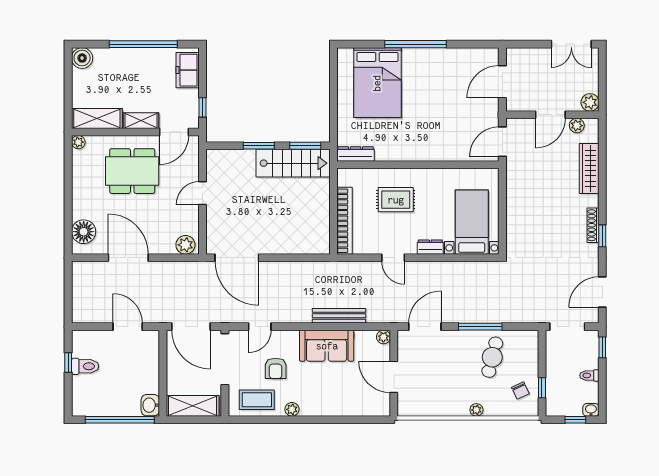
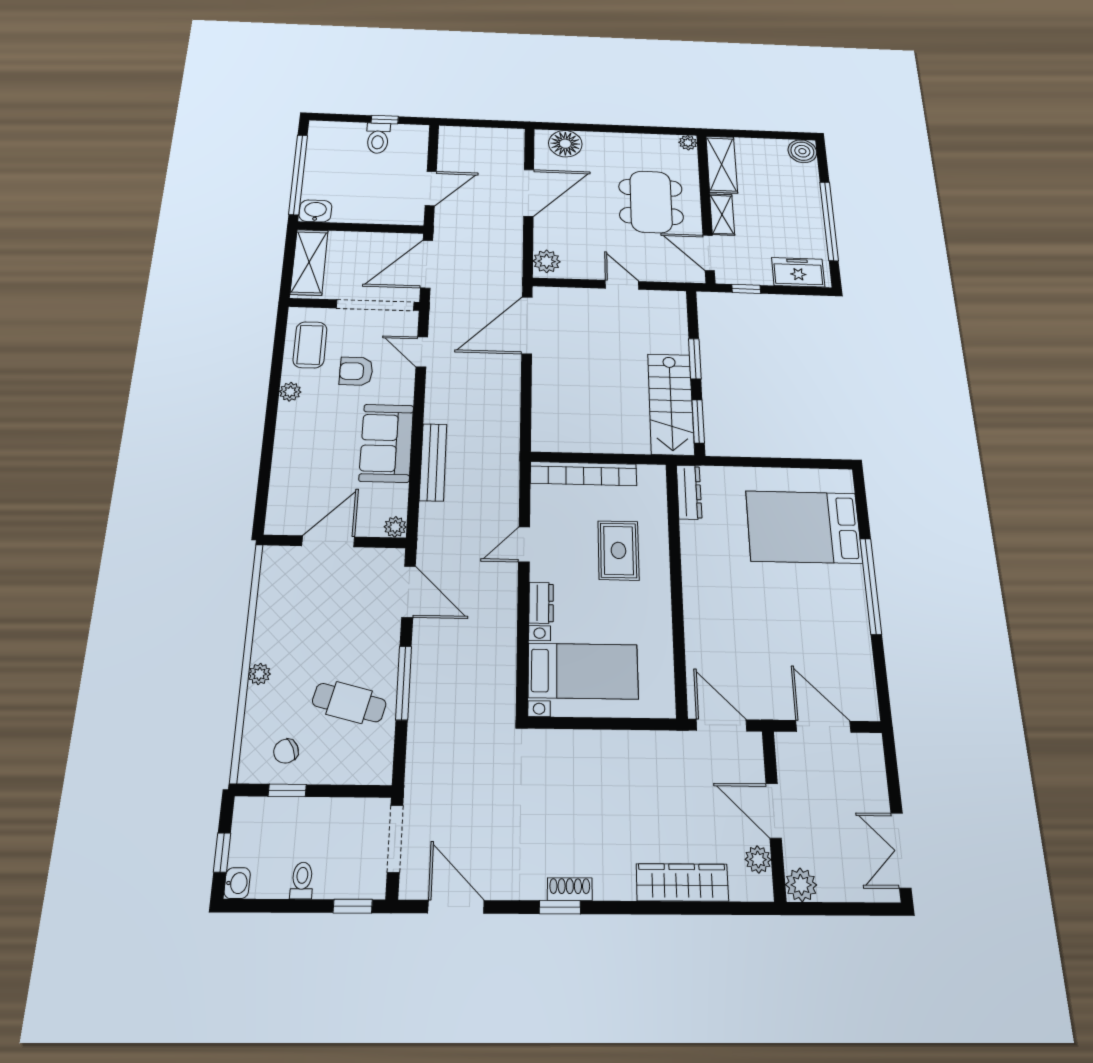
shoe rack: (593, 225) -> (570, 889), width x0.70

